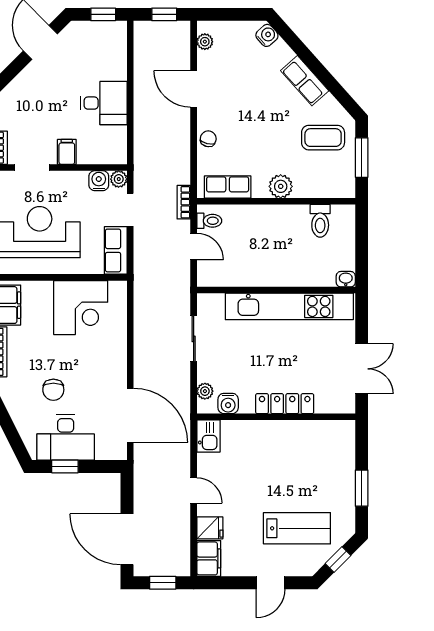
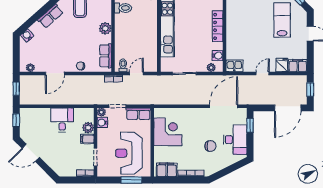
plant: (89, 153) -> (88, 128), added
window: (65, 466) -> (250, 125), moved

